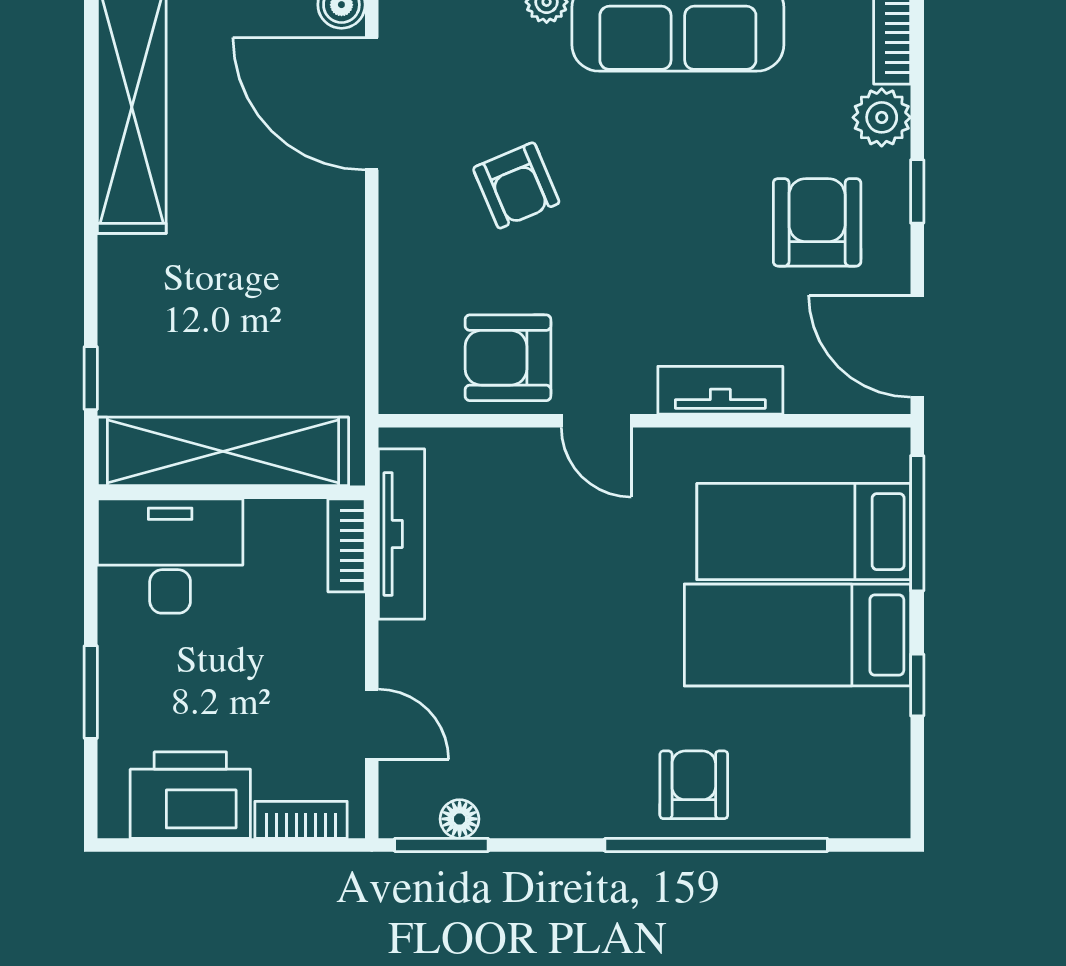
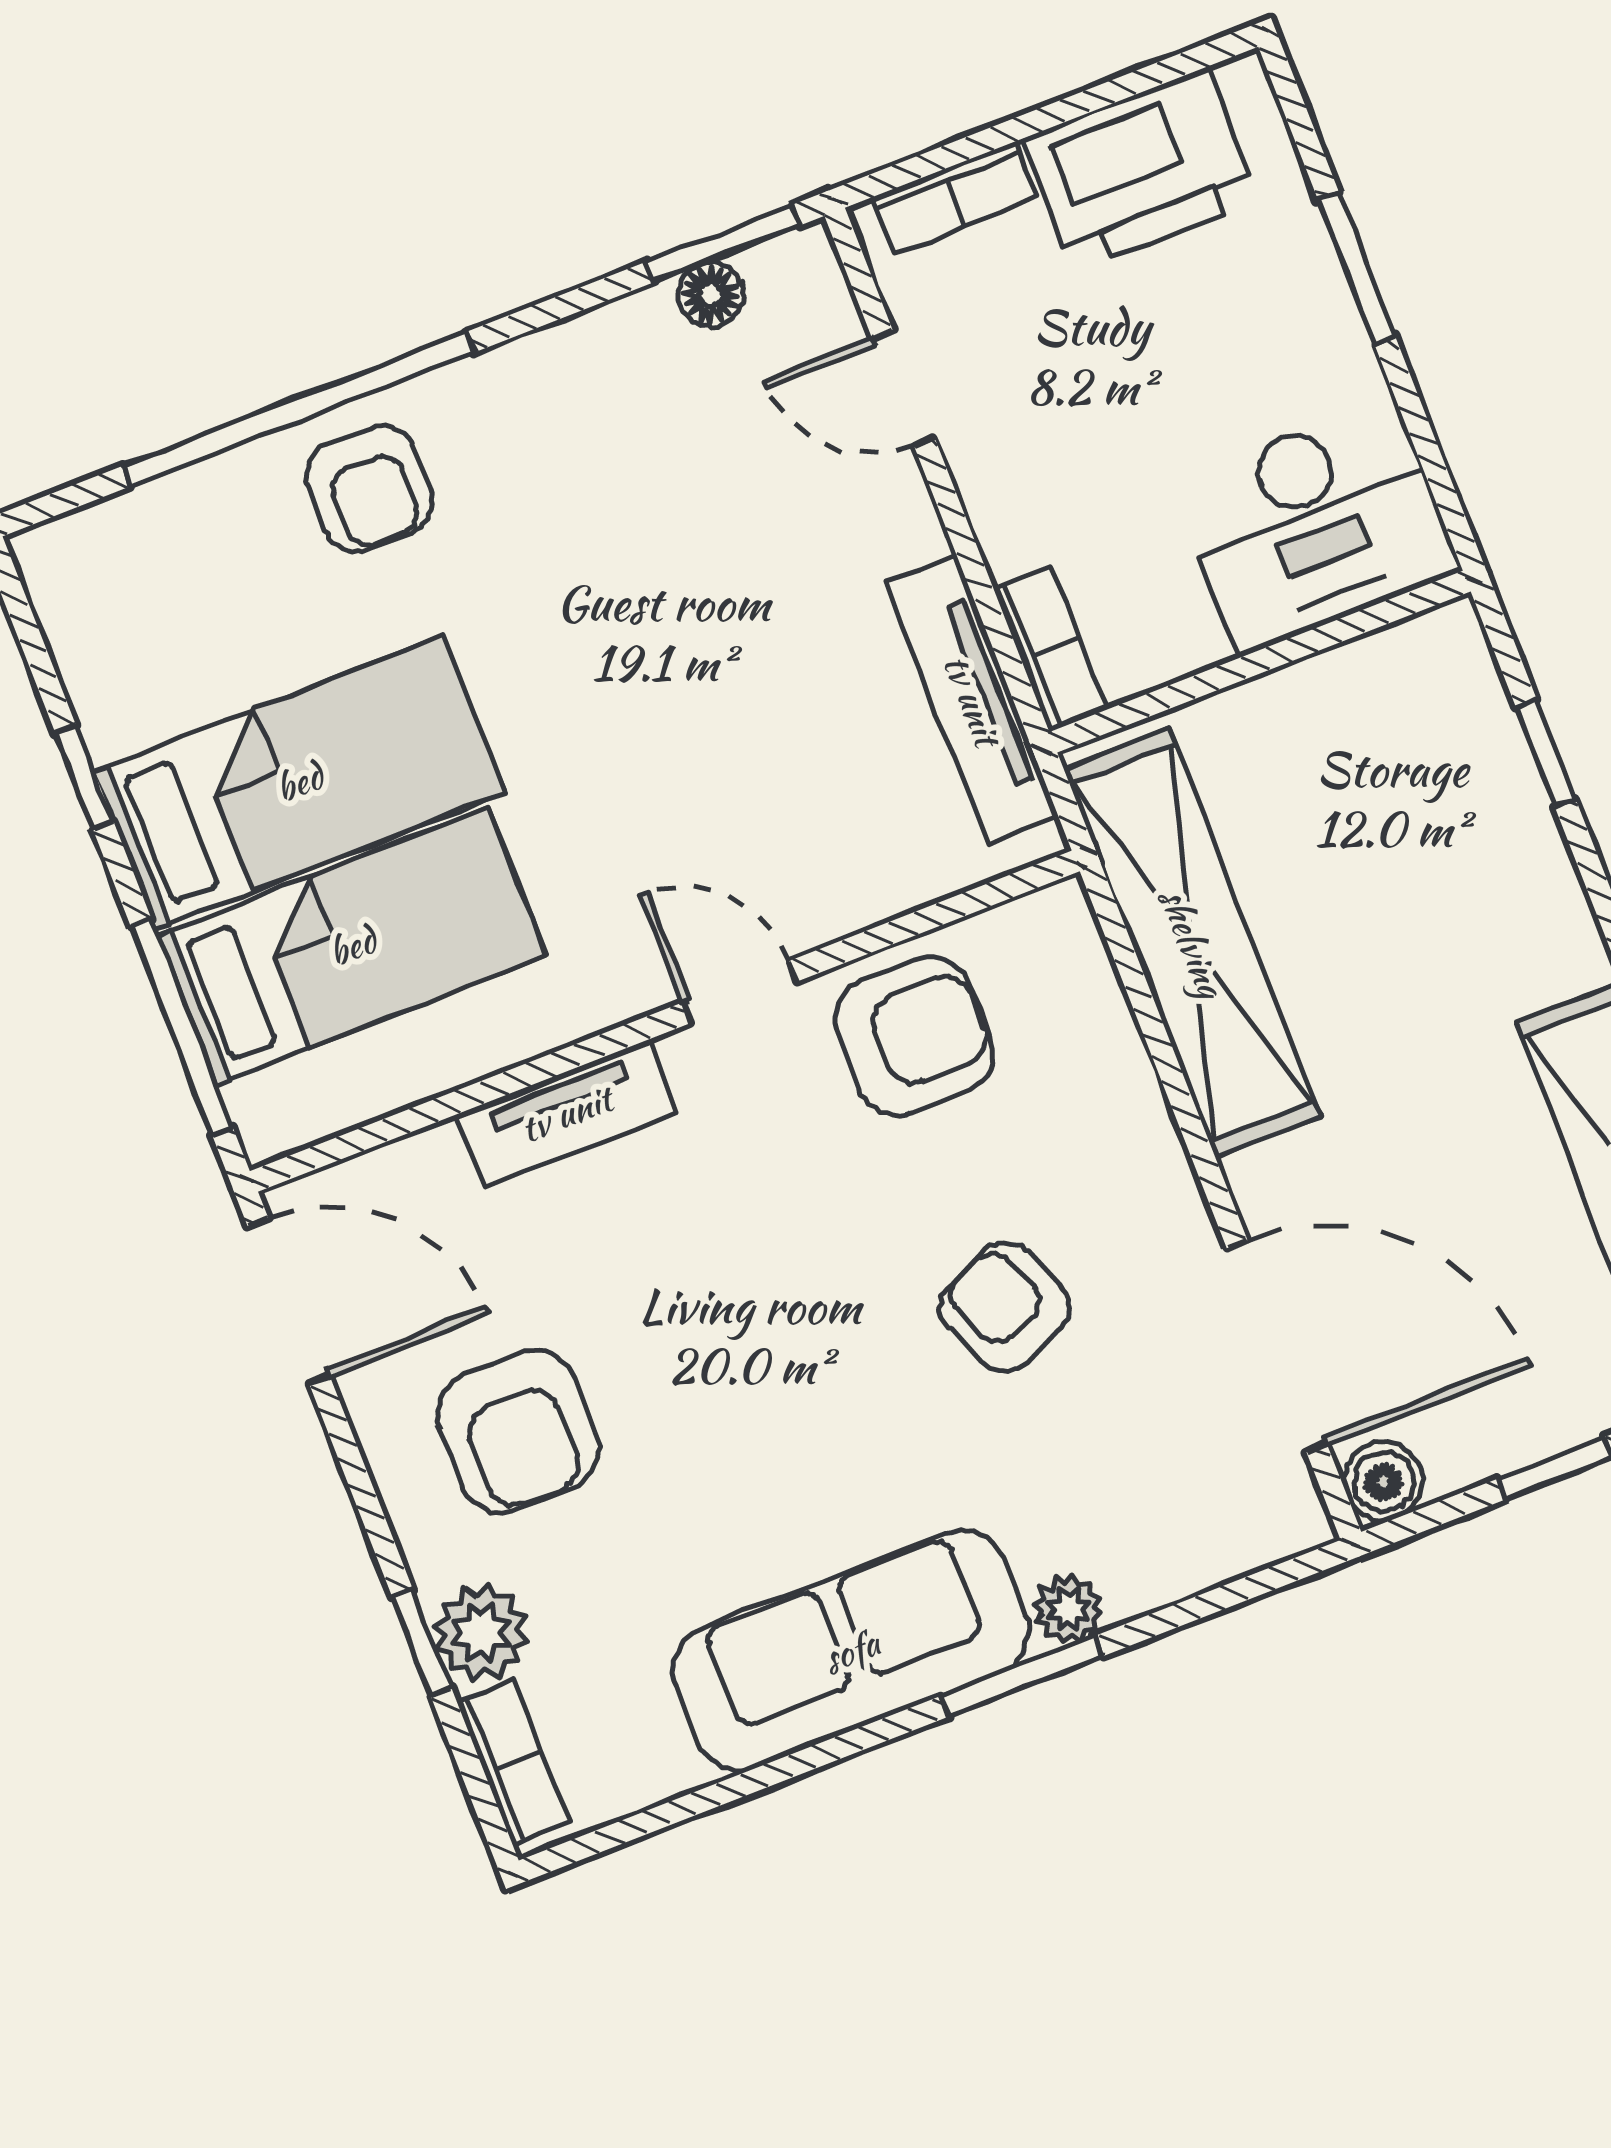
window: (917, 191) -> (422, 1643), moved
shelving: (223, 451) -> (1192, 943), moved, turned 90

